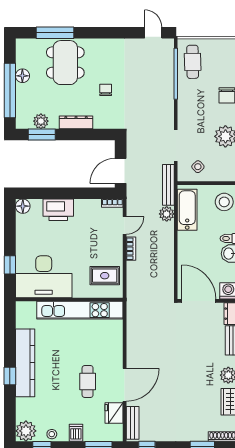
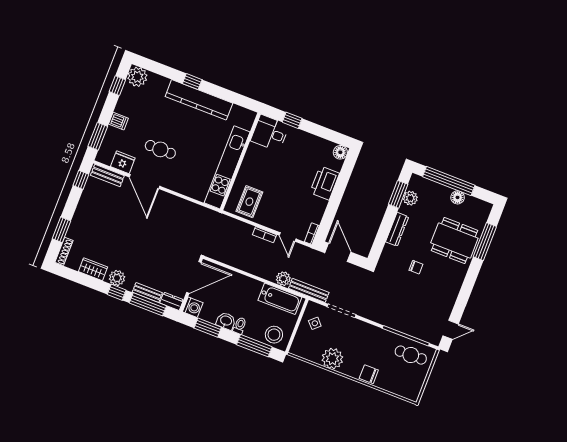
desk: (44, 277) -> (270, 133), width x0.53, depth x0.77
stool: (52, 434) -> (126, 99), removed

